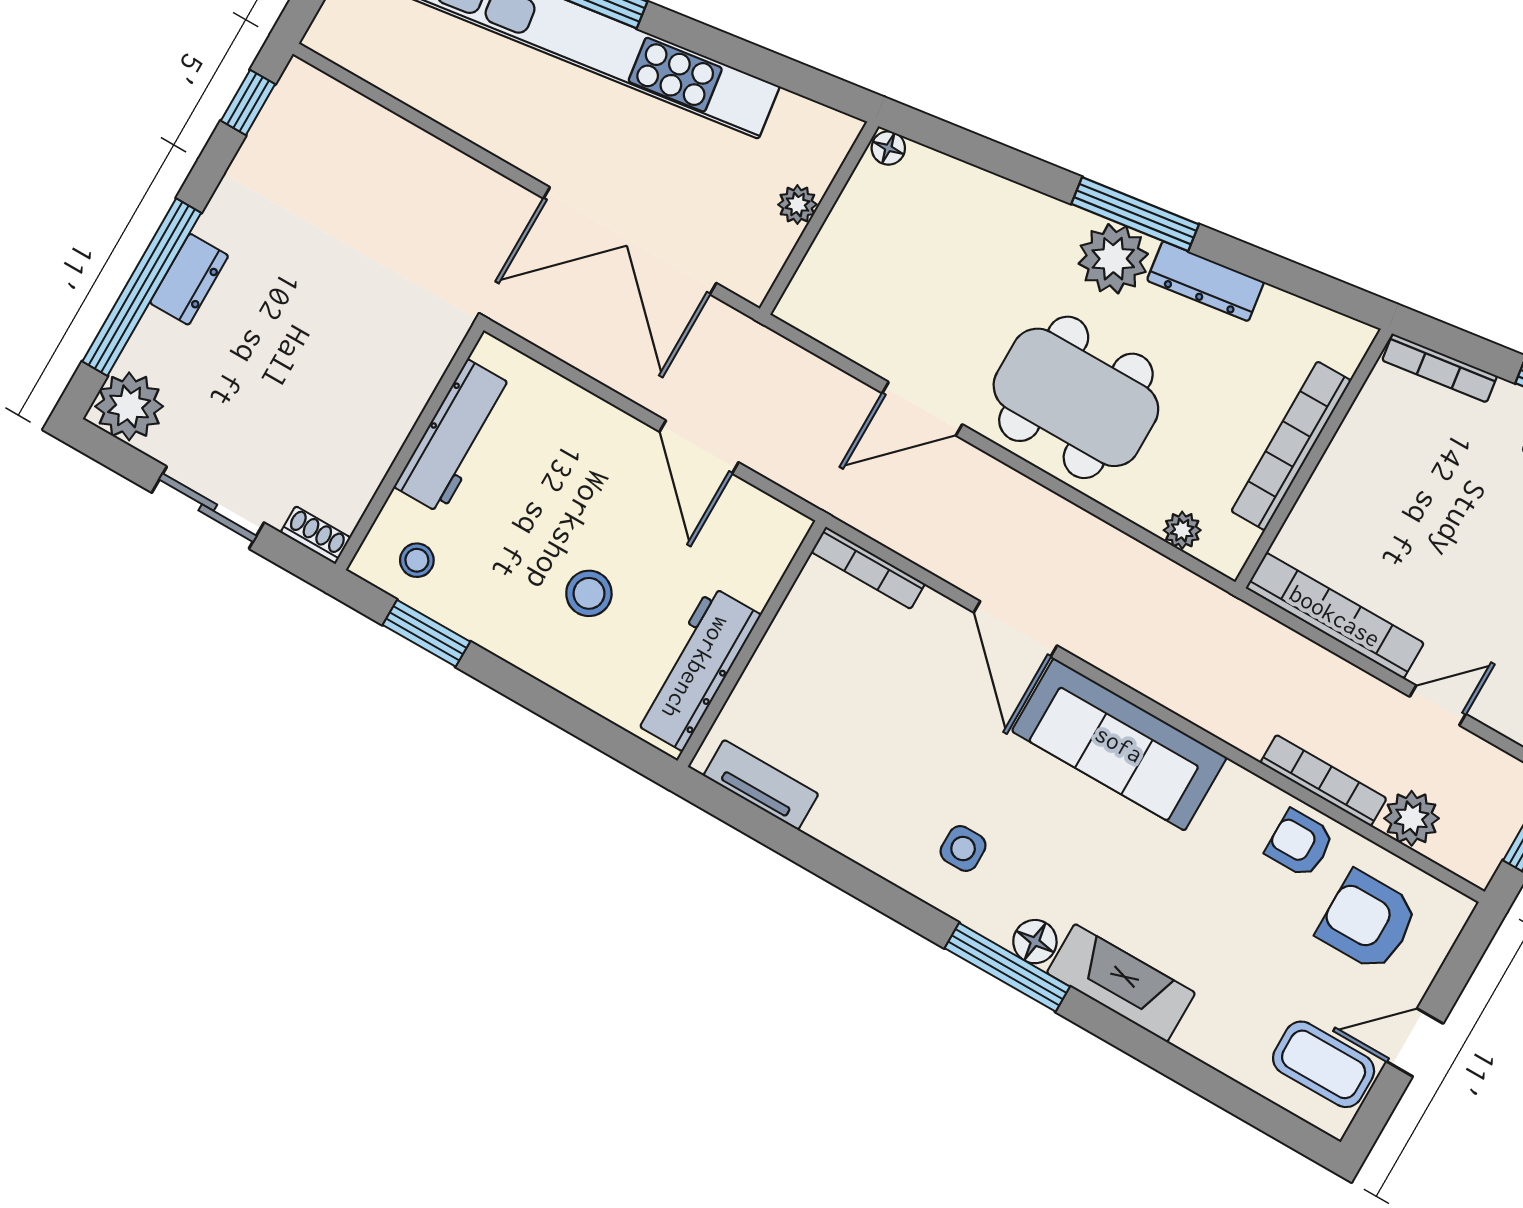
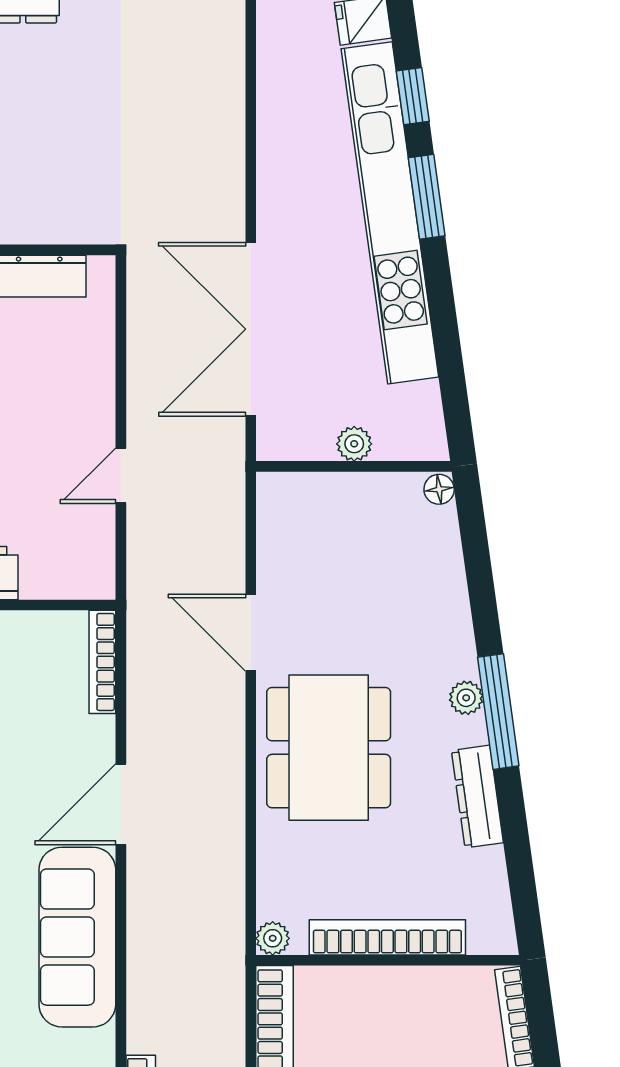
plant: (1113, 259) -> (466, 698), width x0.53, depth x0.53
door: (699, 447) -> (121, 476), width x0.73
plant: (1182, 530) -> (273, 938), moved

